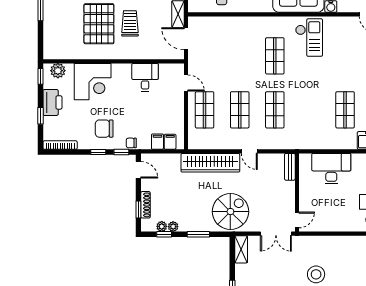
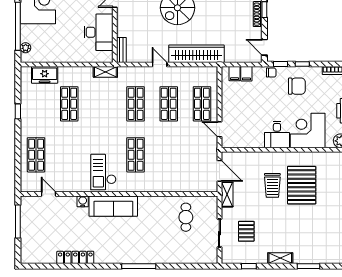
desk: (145, 77) -> (277, 134), moved
shelving: (307, 144) -> (105, 72), added
desk: (331, 169) -> (98, 32), moved, turned -90

